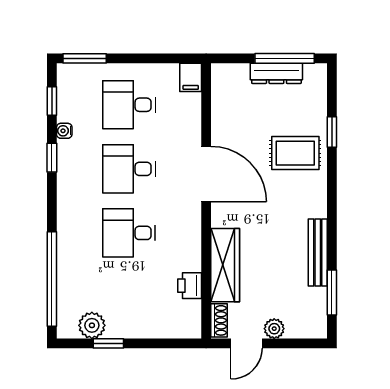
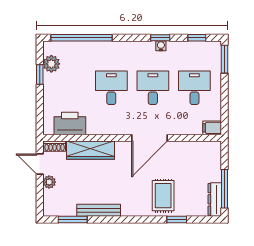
dresser: (276, 73) -> (215, 199), moved
water cooler: (64, 131) -> (161, 46), moved
printer: (190, 286) -> (70, 123), width x1.87, depth x1.48

